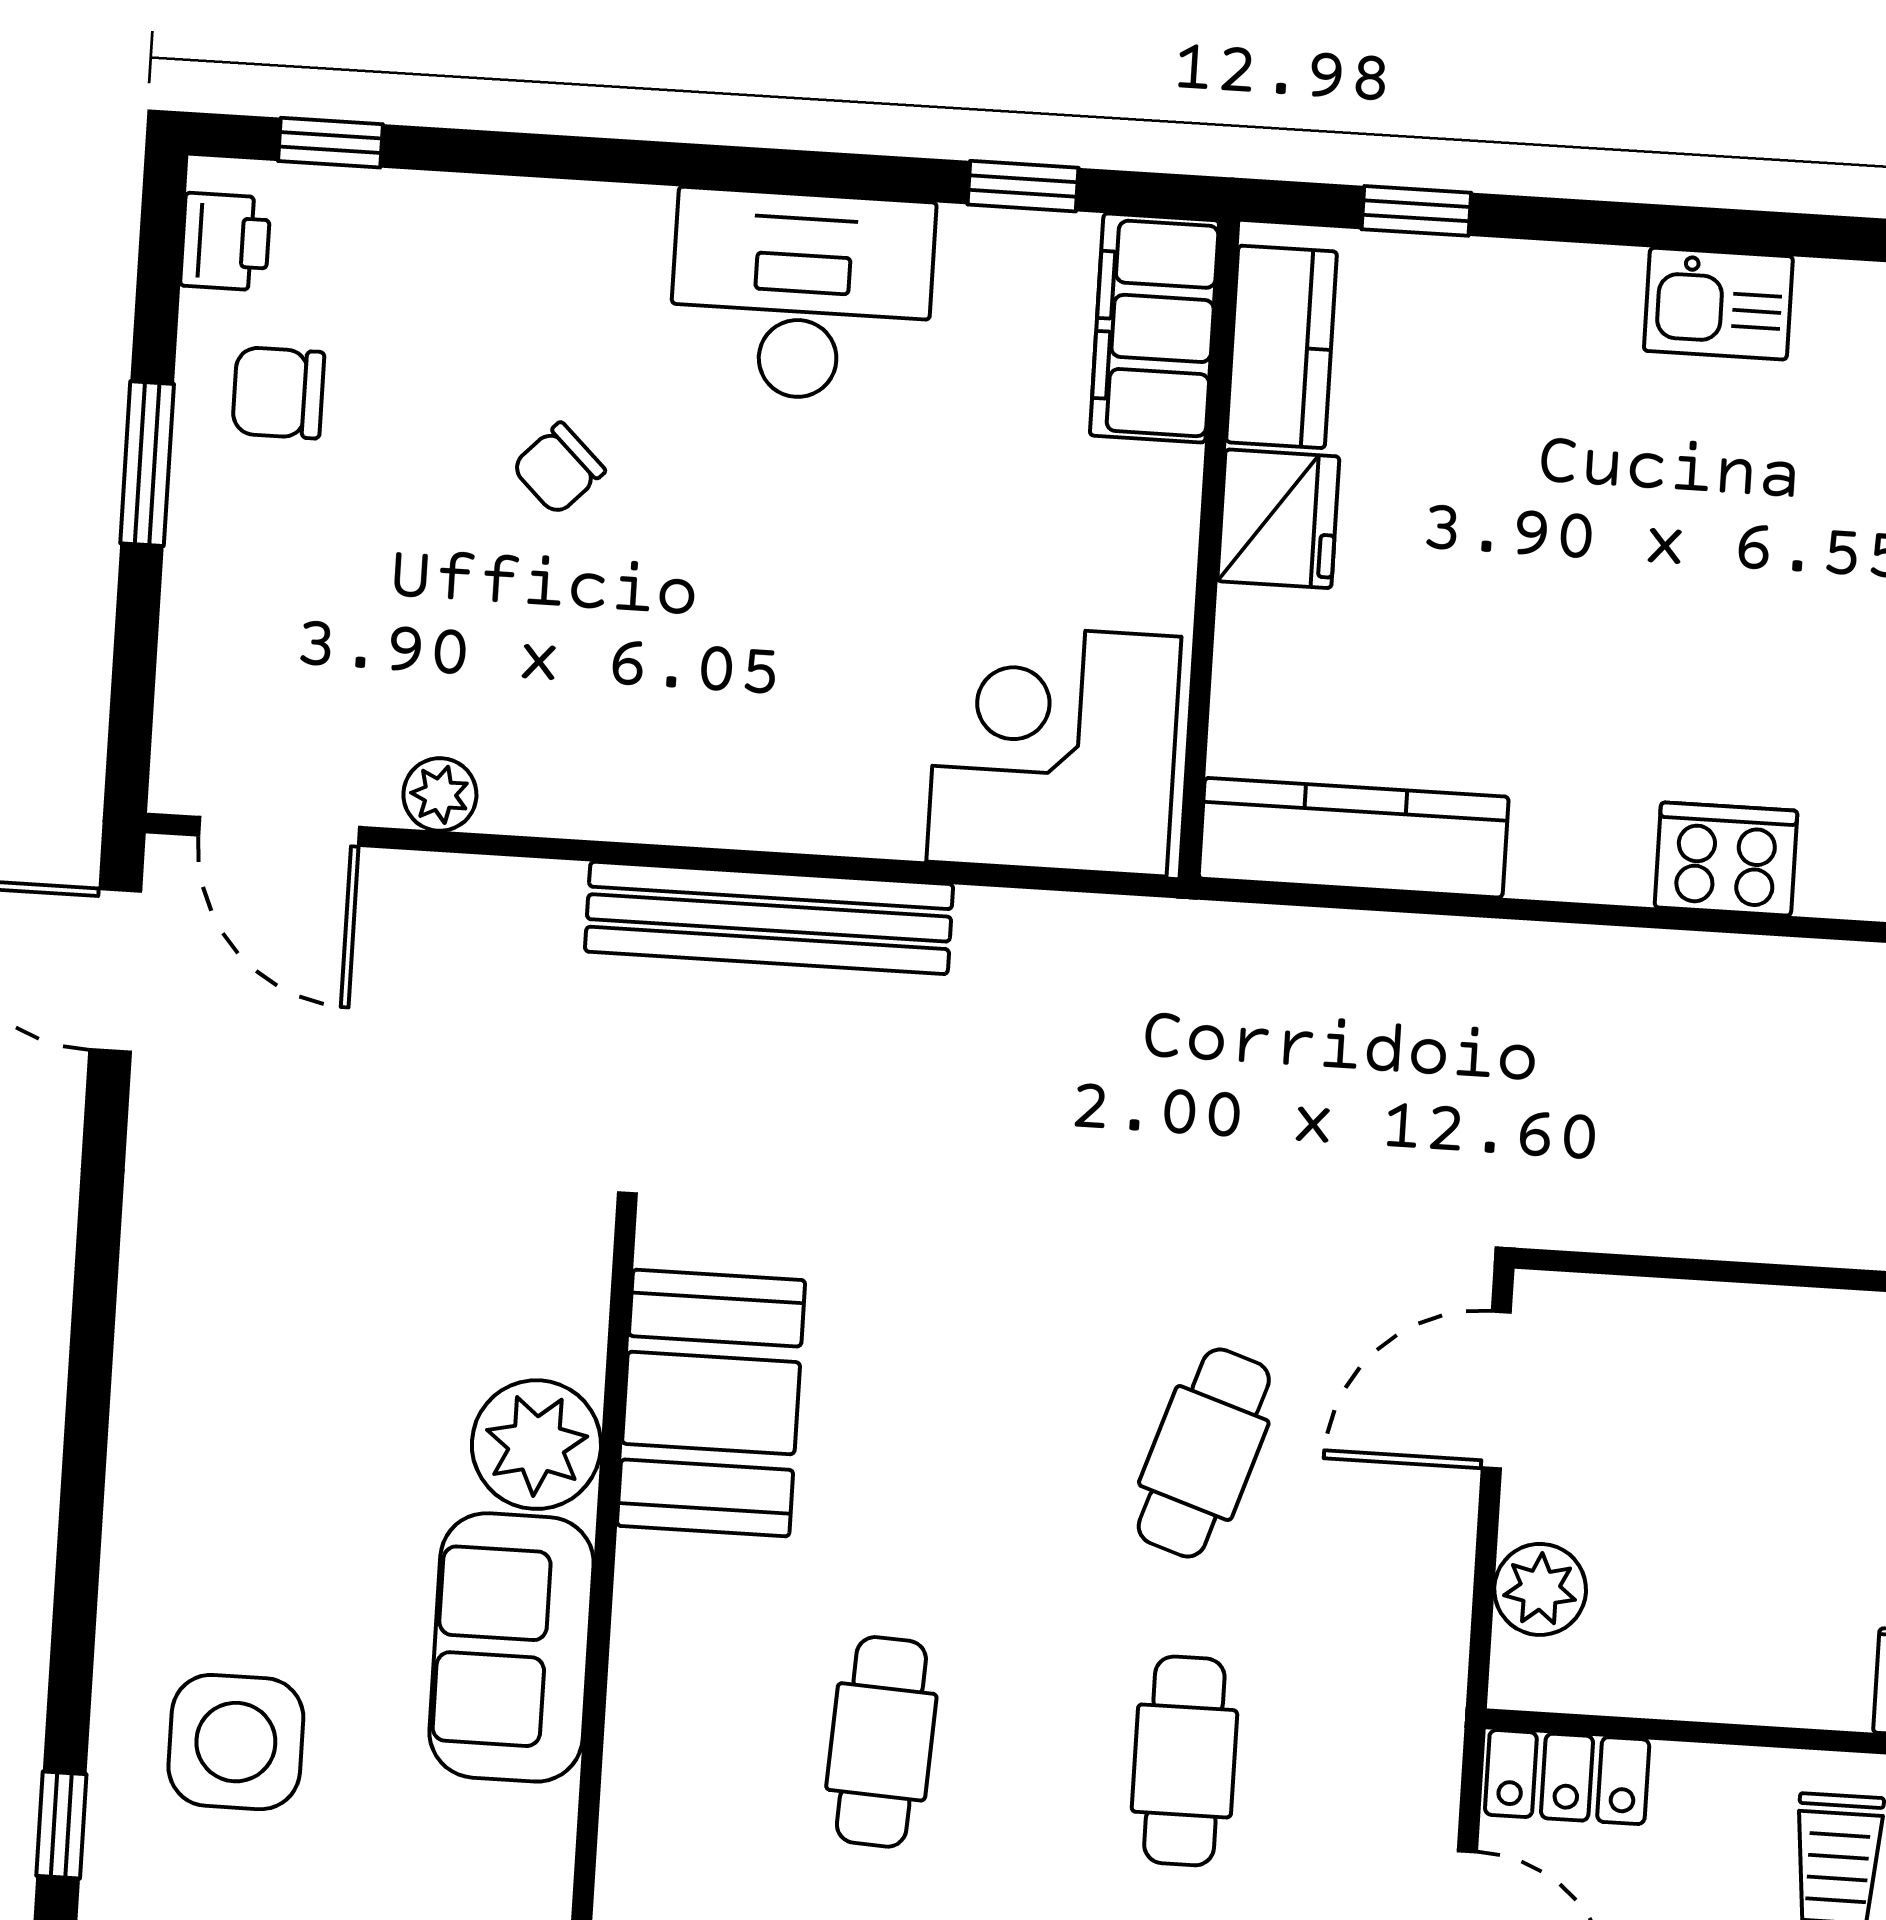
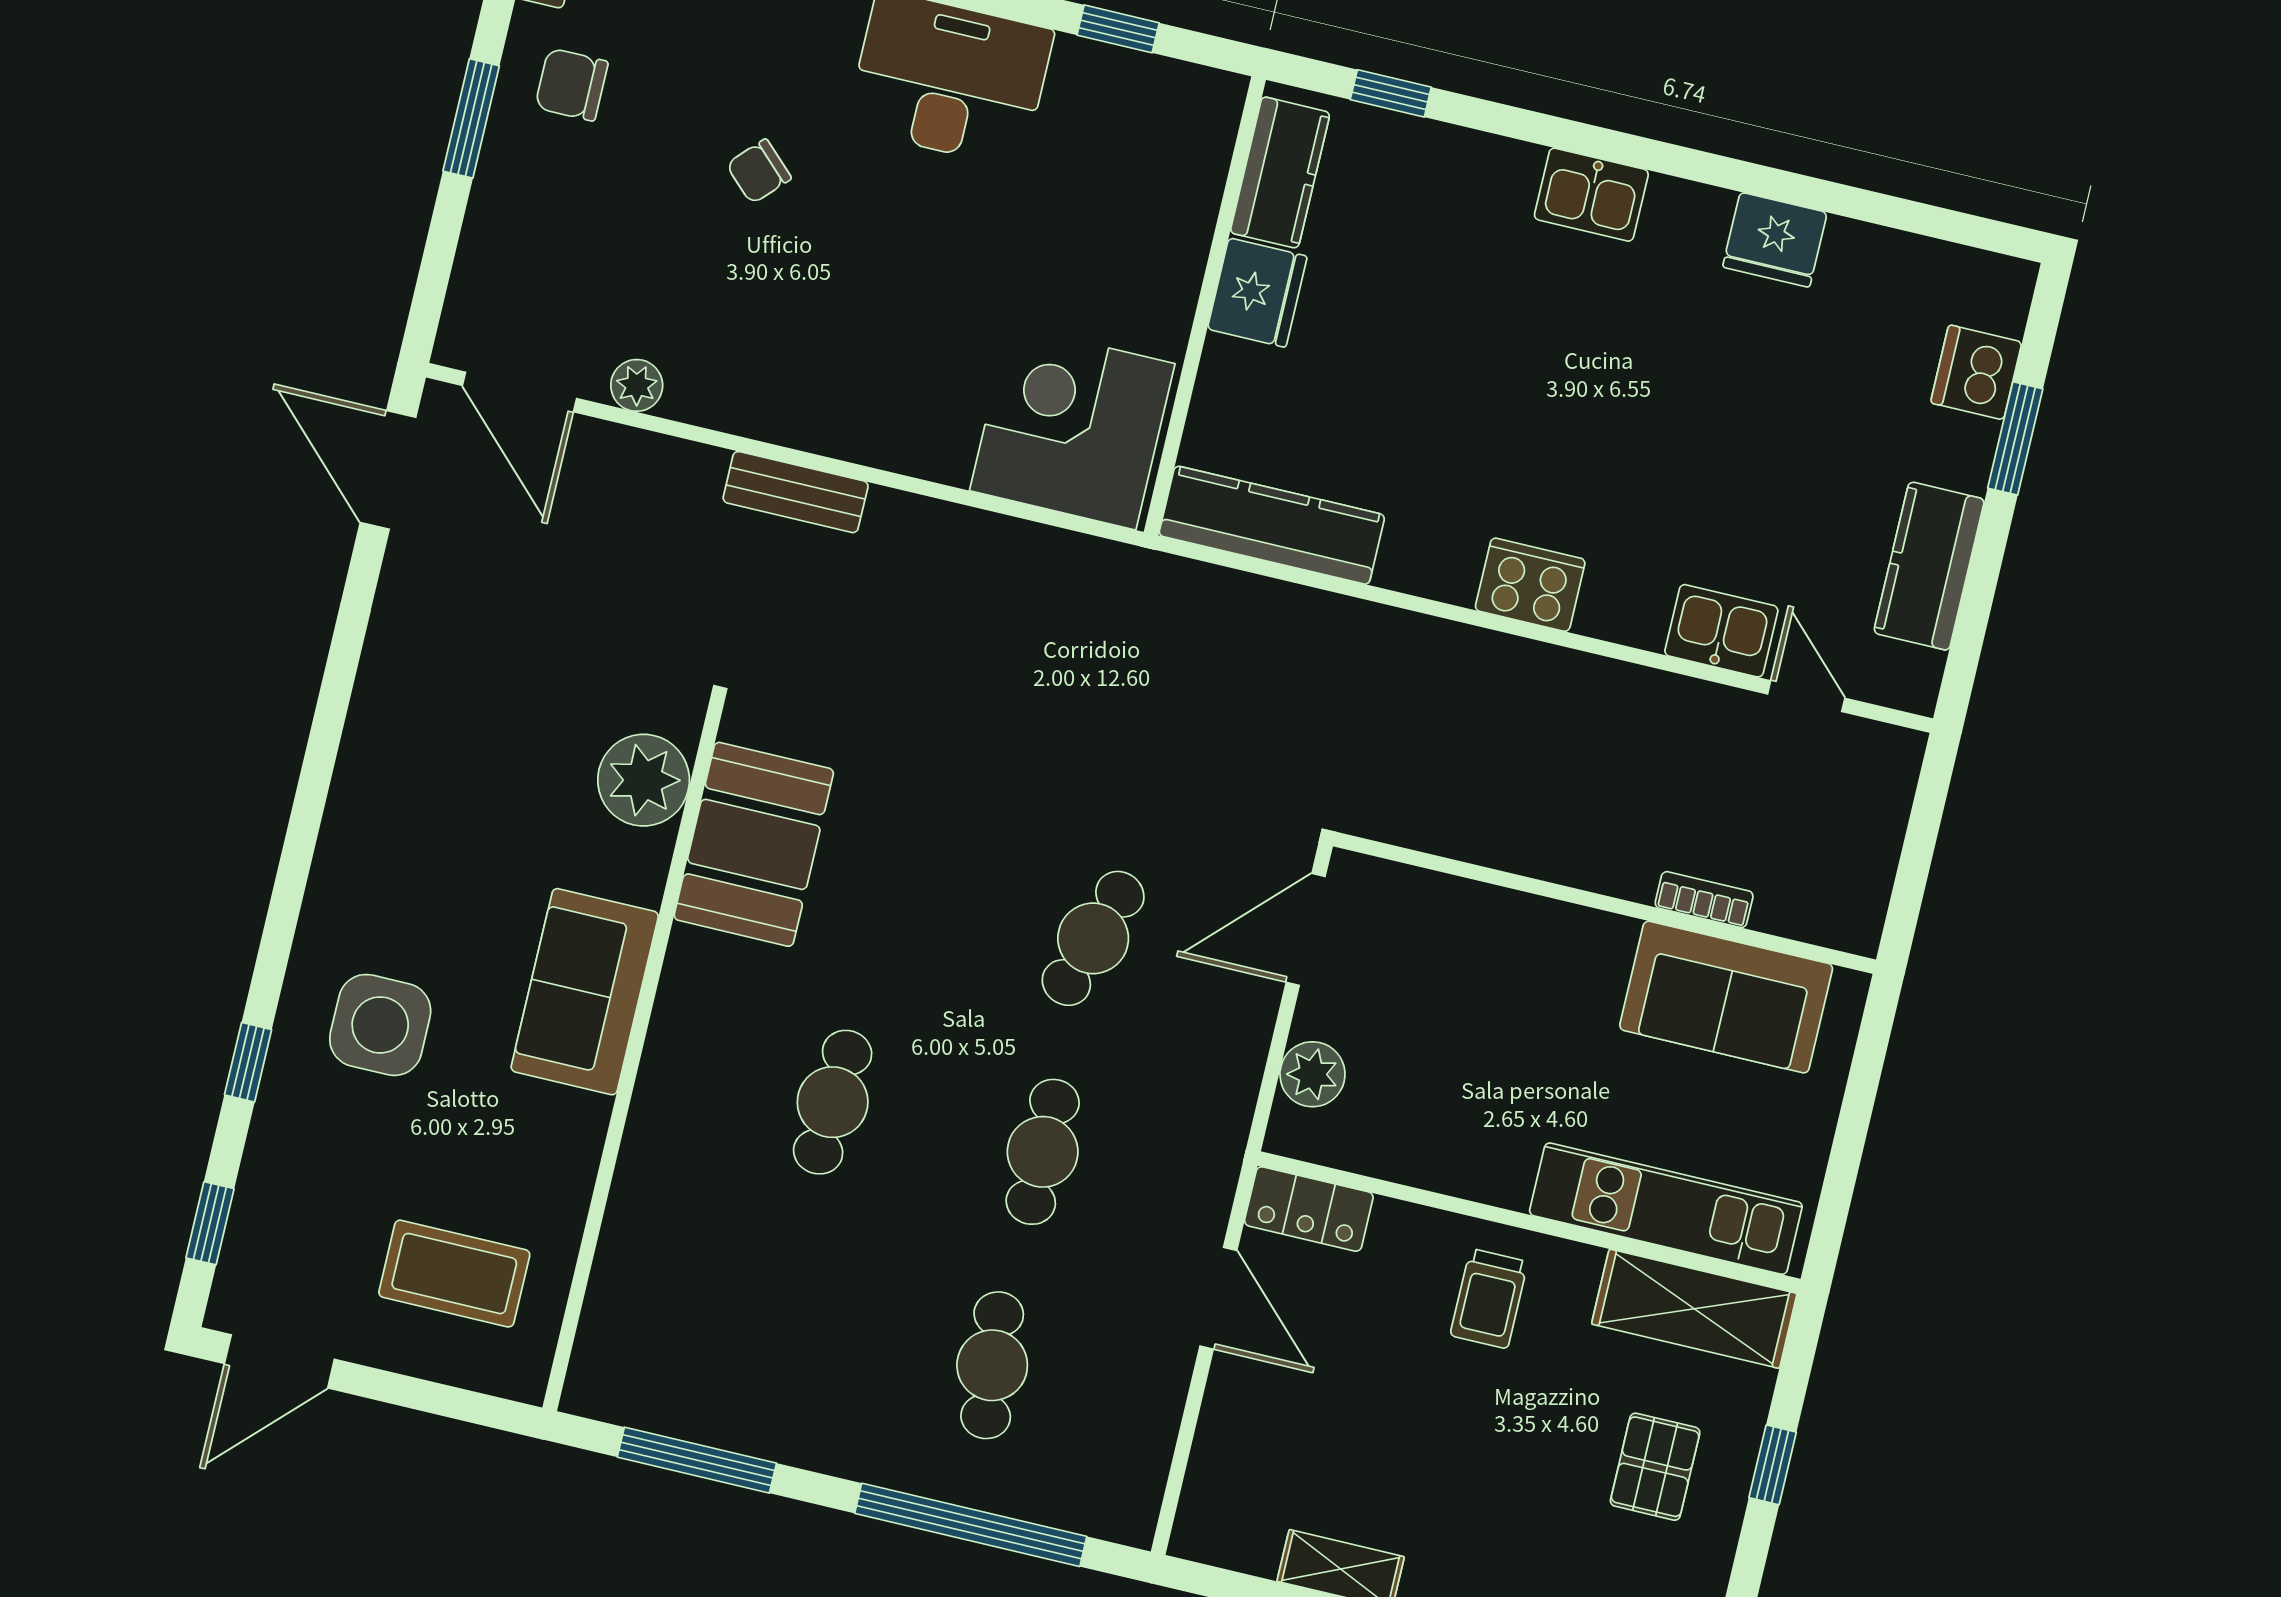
filing cabinet: (1154, 328) -> (1193, 144), removed
bench: (769, 918) -> (796, 492), width x0.54, depth x0.82
plant: (536, 1445) -> (644, 780), moved

